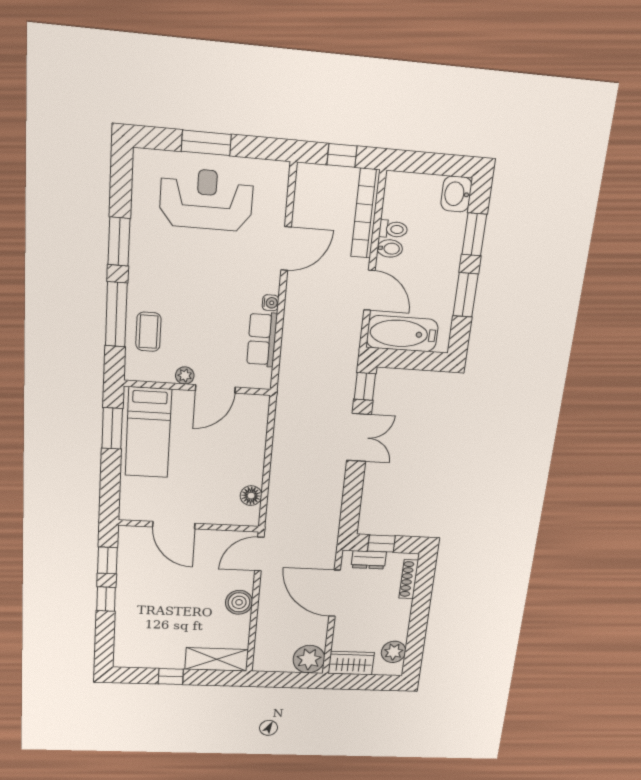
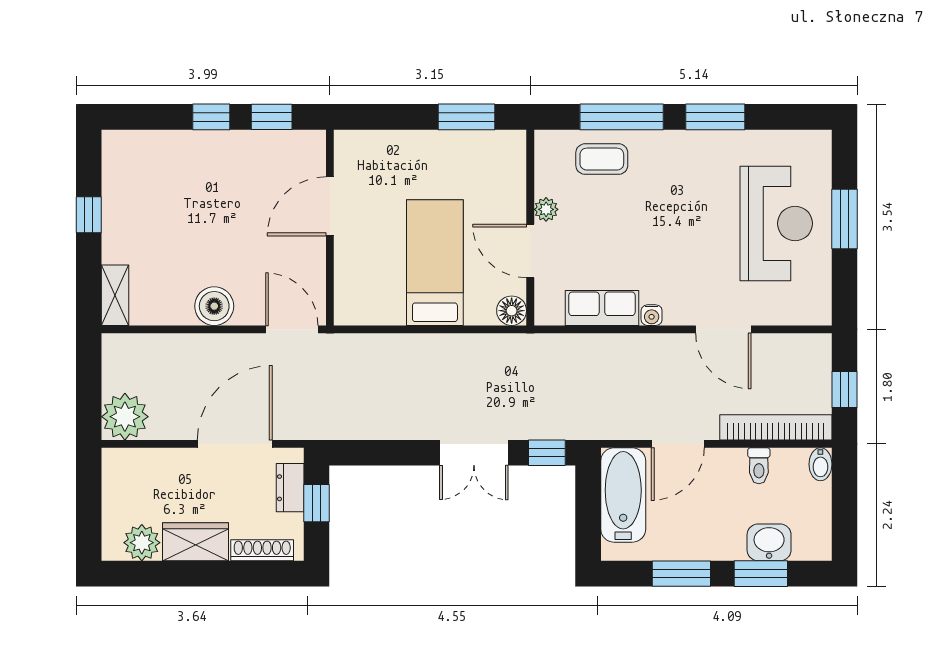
washbasin: (456, 194) -> (769, 542), moved
bidet: (390, 248) -> (820, 464), moved
bed: (148, 433) -> (435, 263), moved, turned 90
floor lamp: (251, 496) -> (512, 311), moved
shelving: (217, 659) -> (115, 295), width x0.67, depth x0.75
wardrobe: (351, 663) -> (196, 542), moved, turned -90

